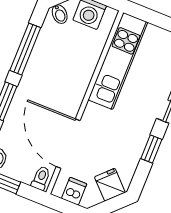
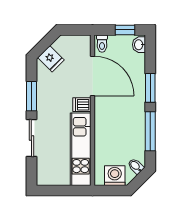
window: (151, 149) -> (31, 96), width x1.50
dishwasher: (74, 191) -> (82, 105), moved, turned 90

